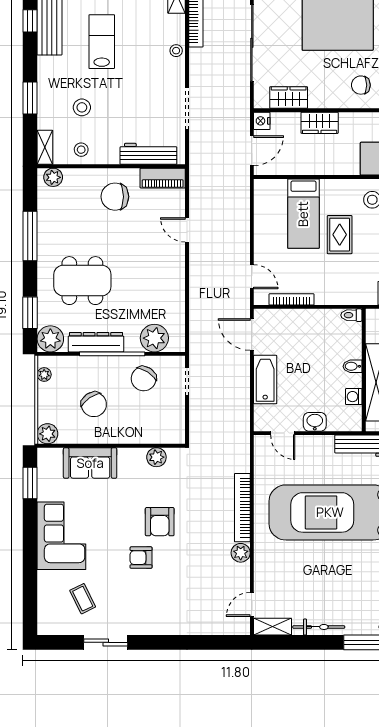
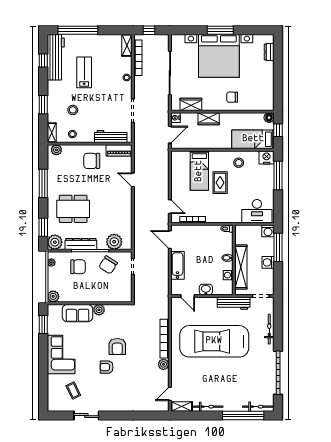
chair: (94, 404) -> (78, 267), moved, turned -56
plant: (156, 457) -> (99, 310), moved

